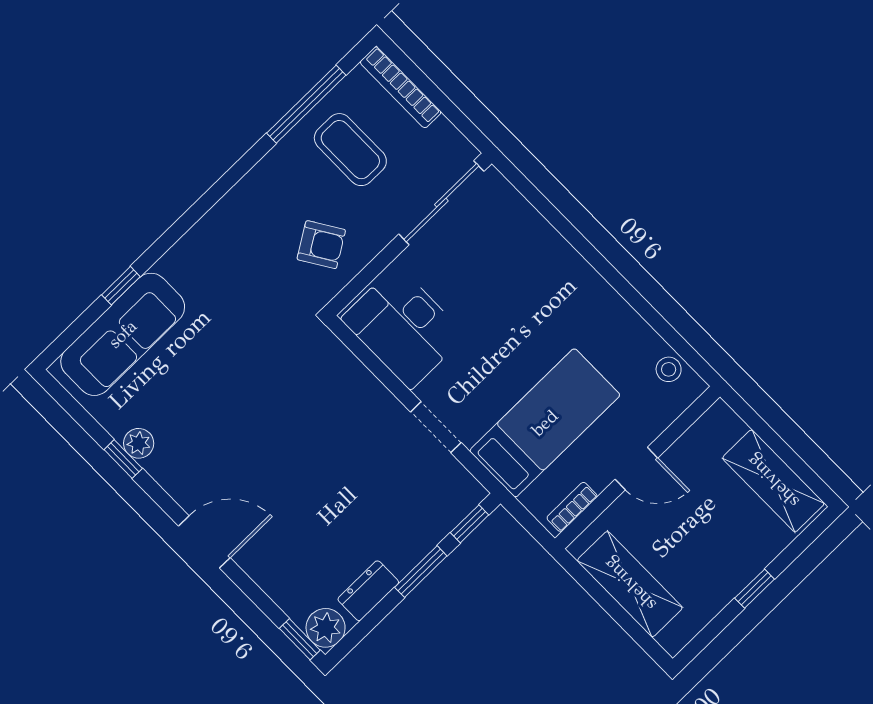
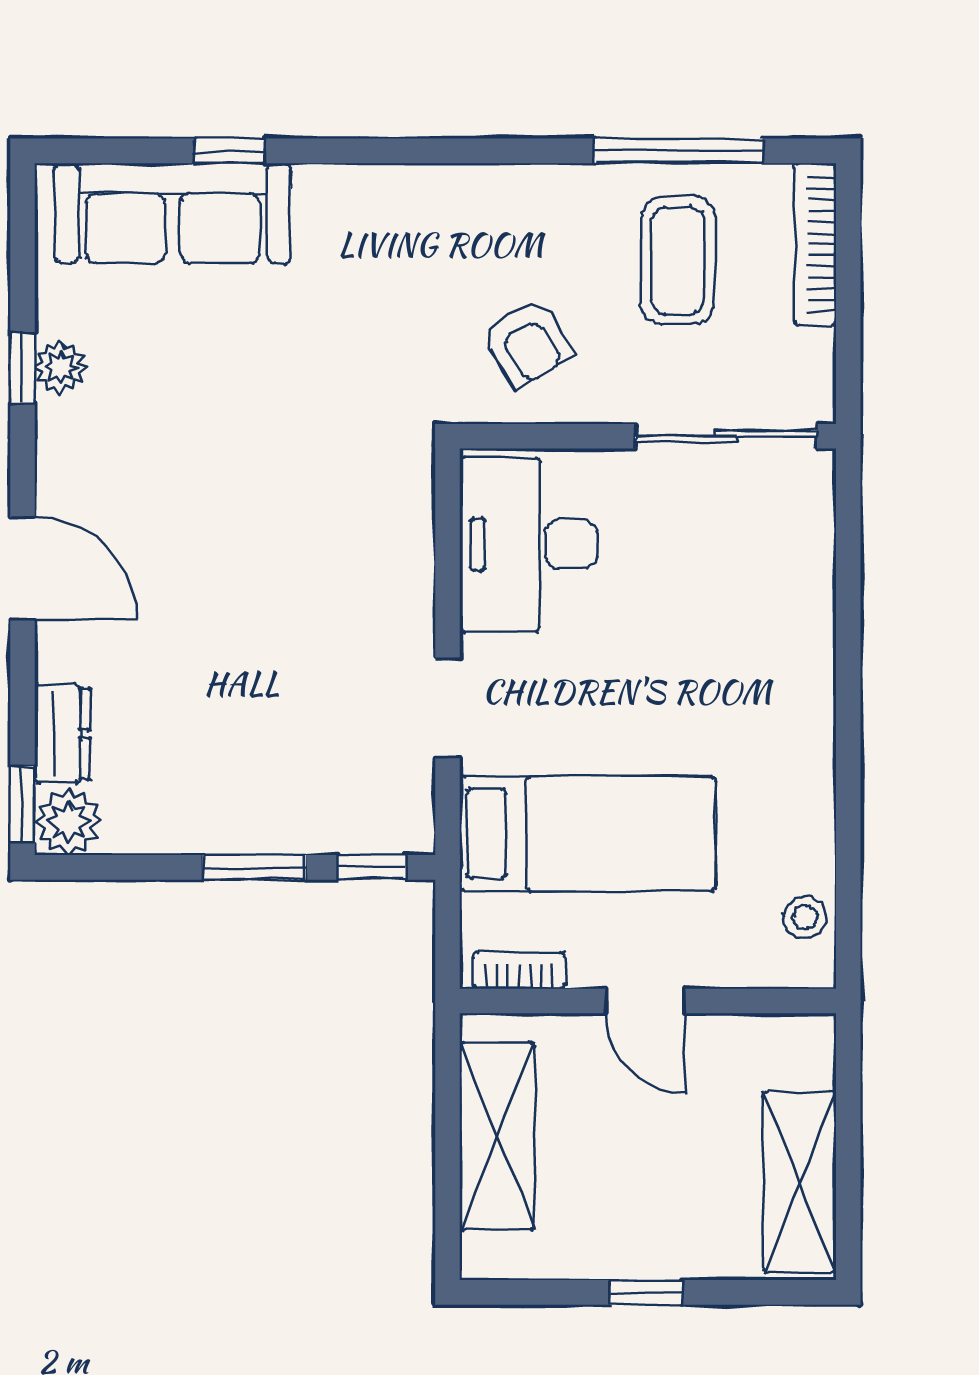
dresser: (368, 591) -> (62, 734), moved, turned 90

